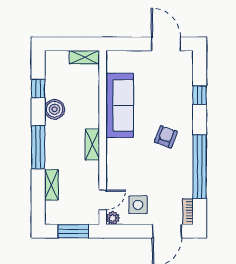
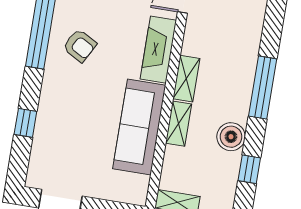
armchair: (166, 137) -> (80, 46), moved, turned -81
fireplace: (115, 162) -> (158, 50), added
shelving: (51, 185) -> (179, 124), moved

